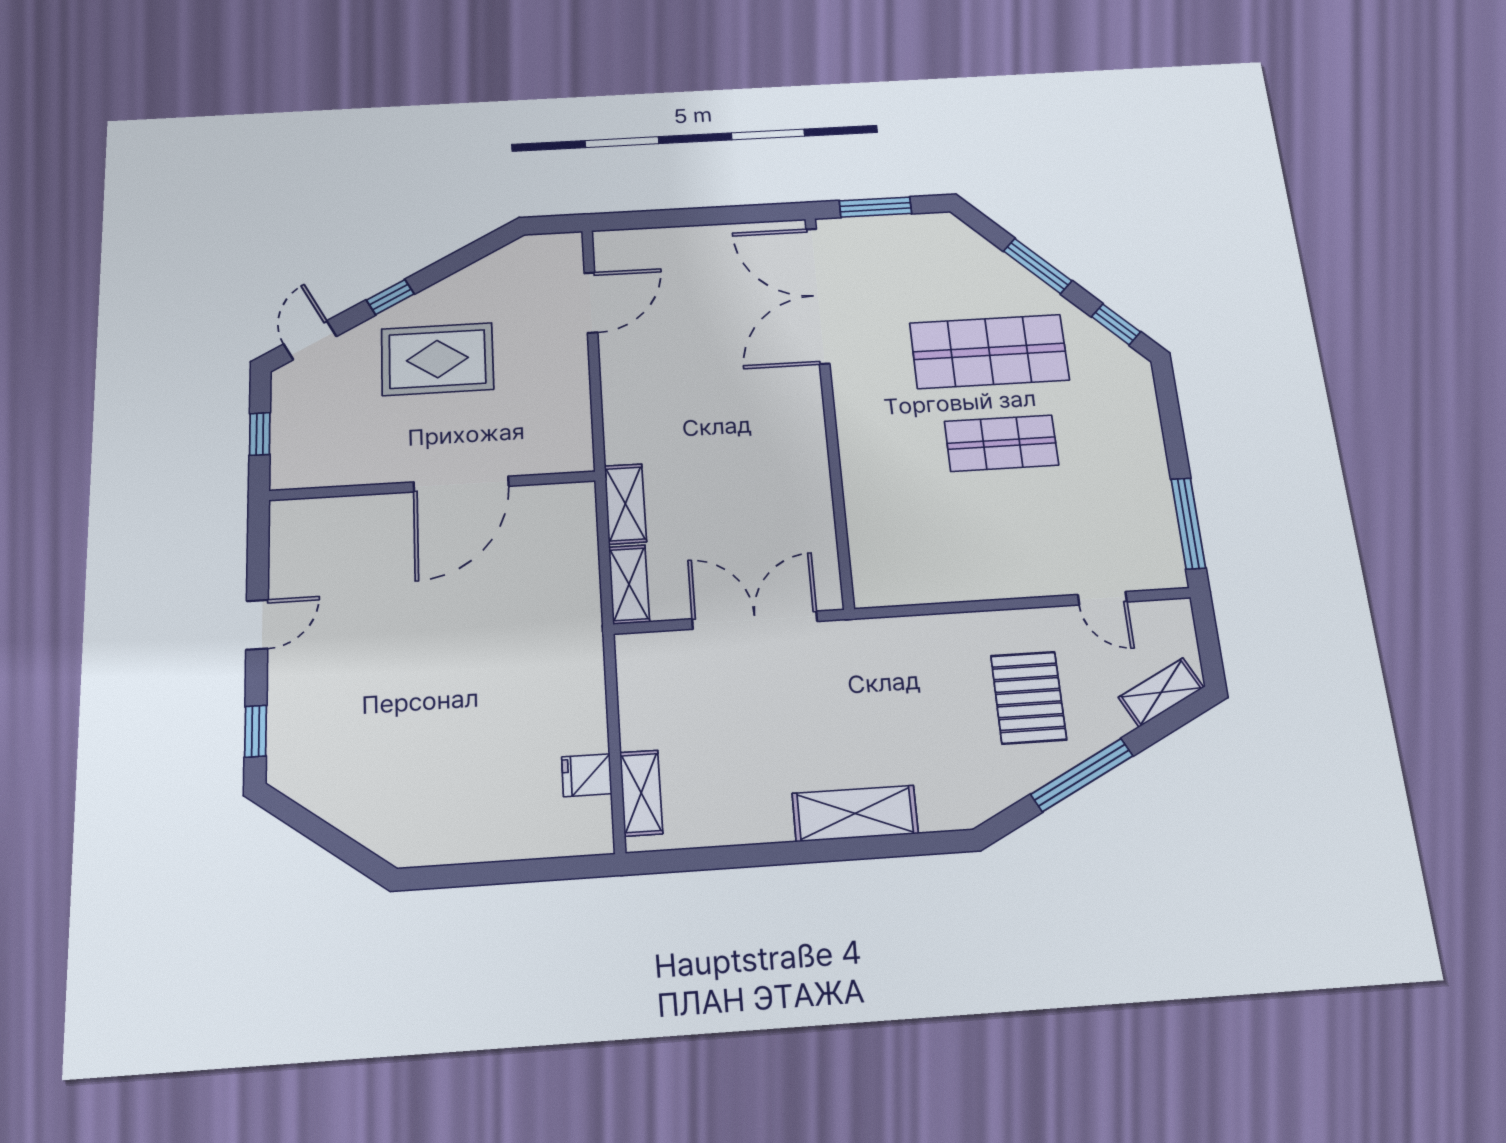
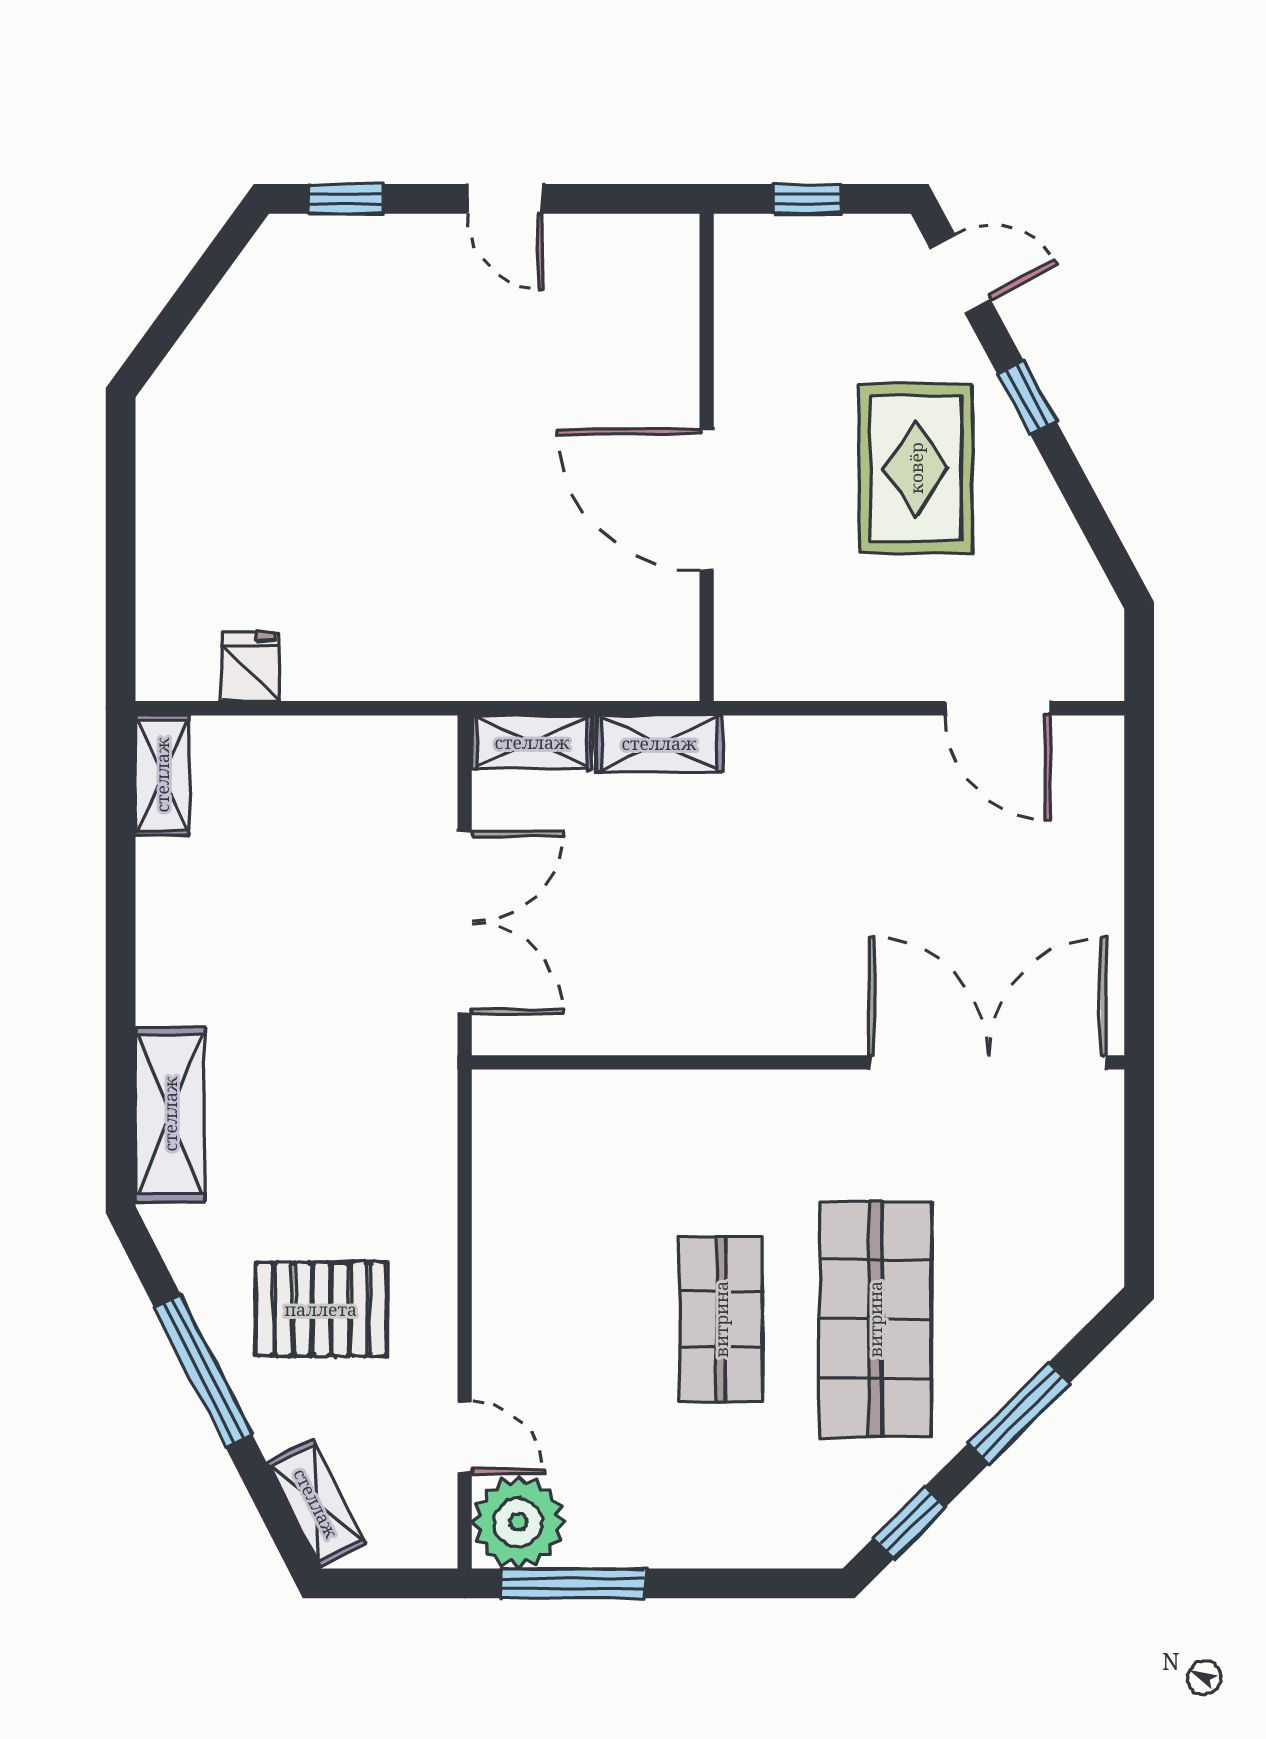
window: (875, 207) -> (1139, 1168), removed
plant: (1154, 561) -> (518, 1522), added
door: (1102, 598) -> (465, 1438), swing flipped
shelving: (641, 793) -> (162, 775), moved, turned 90
shelving: (855, 813) -> (170, 1114), moved

